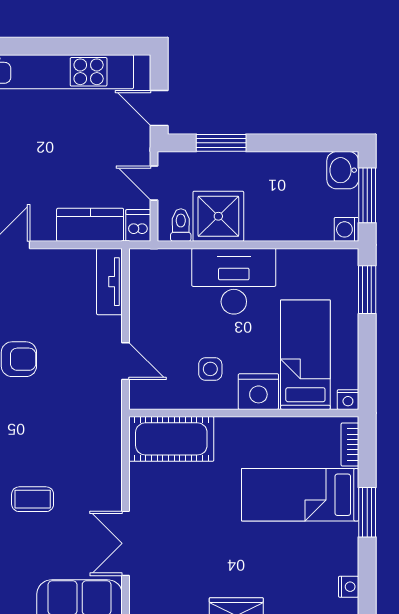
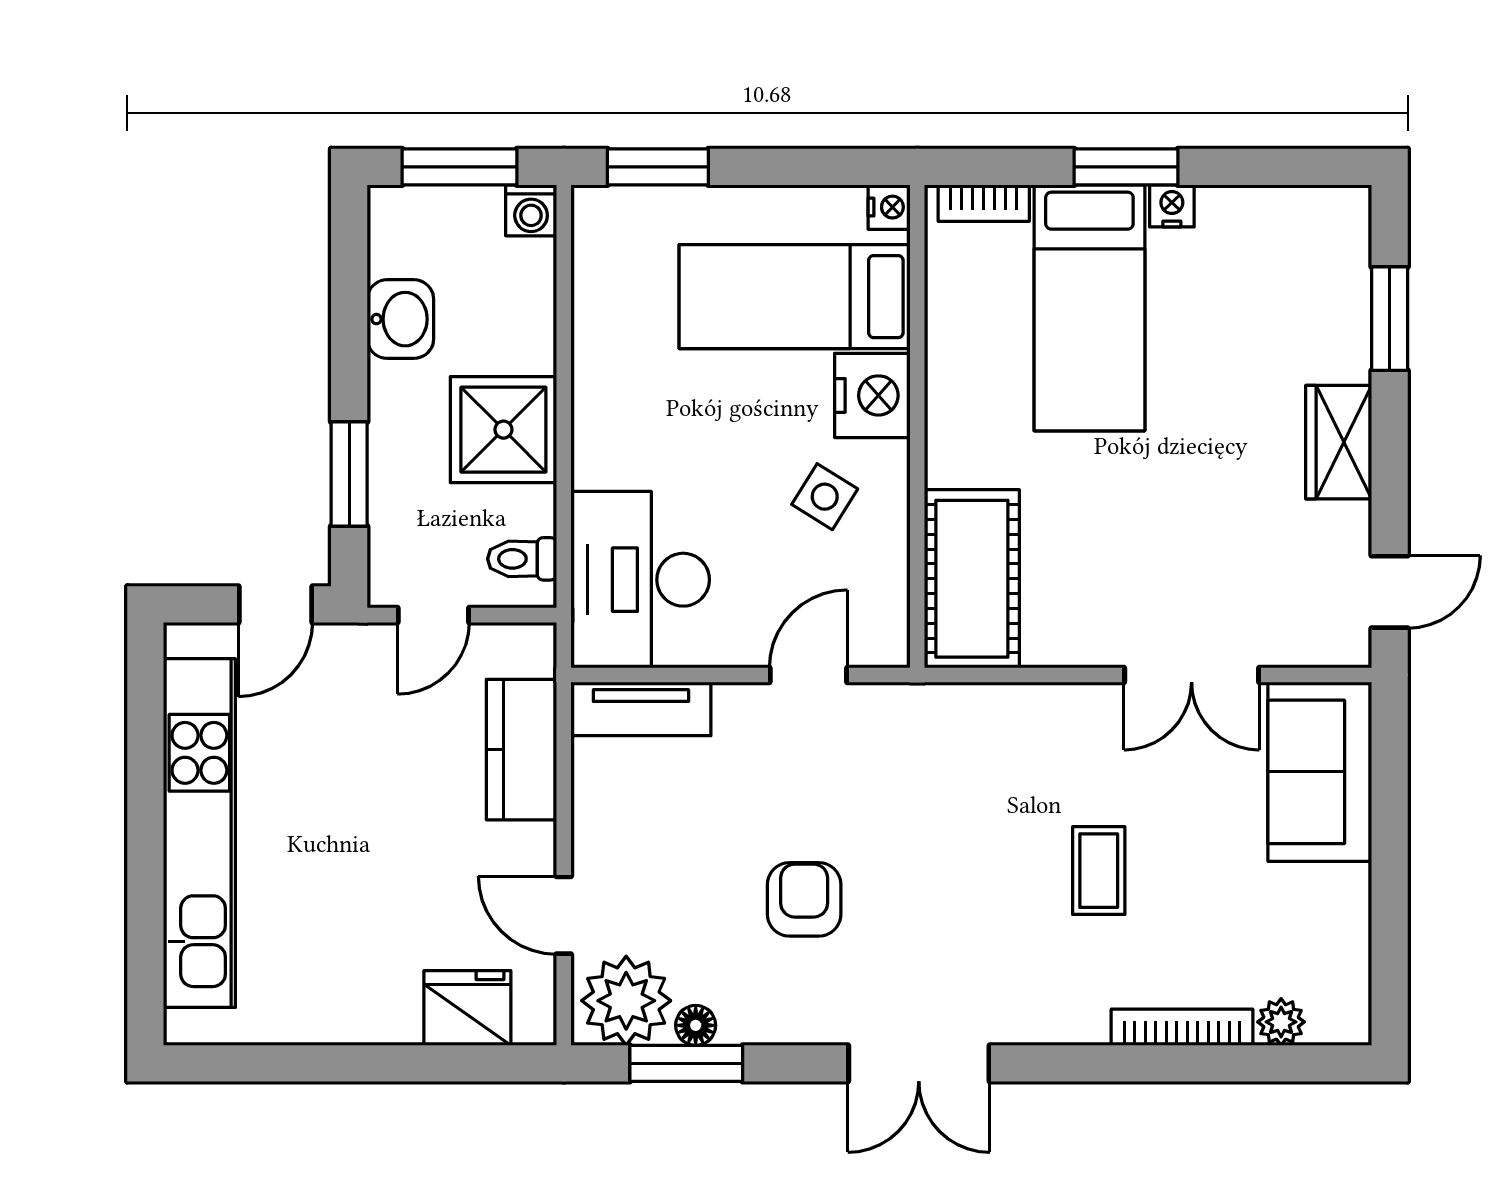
washbasin: (343, 170) -> (400, 319), moved, turned -90
shower: (218, 216) -> (503, 430), moved
dishwasher: (138, 225) -> (523, 648), removed
desk: (234, 281) -> (640, 580), moved
side table: (210, 369) -> (825, 497), turned 32
nightstand: (349, 587) -> (1172, 206), moved

